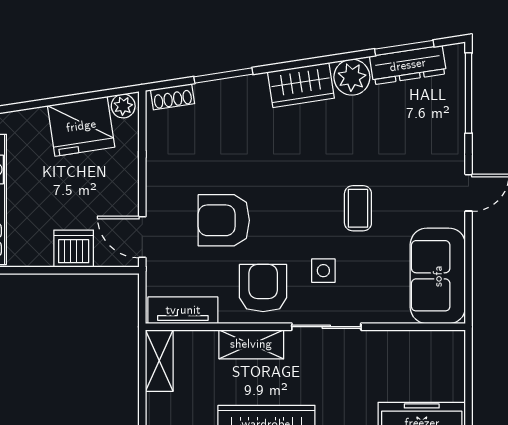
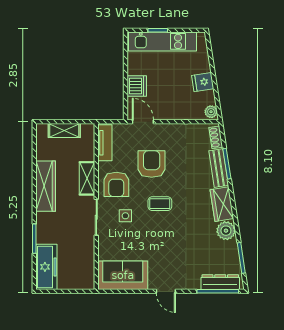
dresser: (408, 65) -> (220, 282), moved, turned 99
bench: (232, 91) -> (219, 168), added
fridge: (81, 126) -> (203, 82), width x0.53, depth x0.75
coffee table: (358, 208) -> (160, 204), moved
door: (142, 237) -> (143, 122), hinge flipped
armchair: (263, 288) -> (116, 184), turned 90
shelving: (159, 361) -> (64, 130), moved

